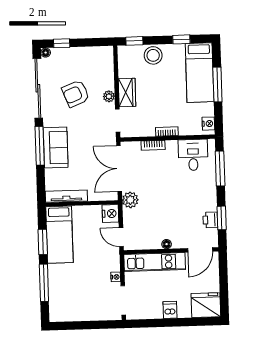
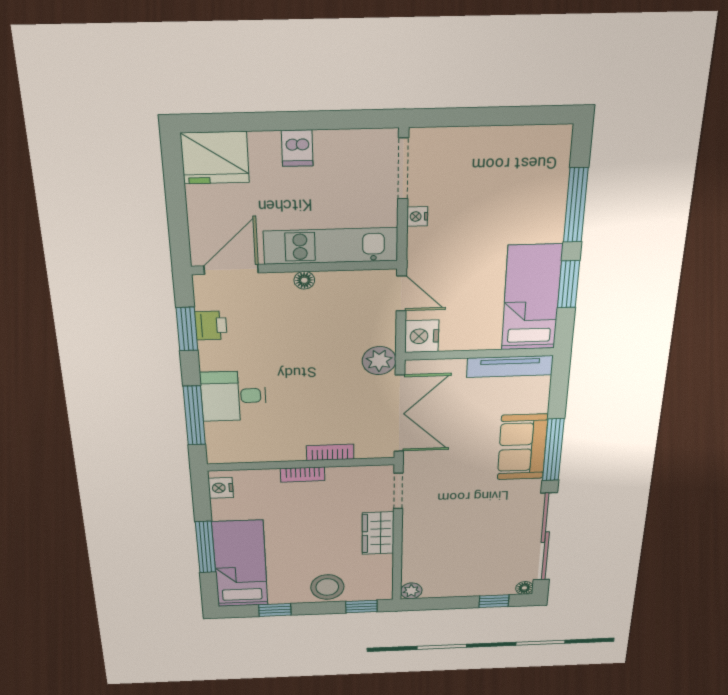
armchair: (76, 94) -> (475, 530), removed
plant: (109, 96) -> (411, 591), moved
desk: (193, 155) -> (233, 396), moved, turned 90

